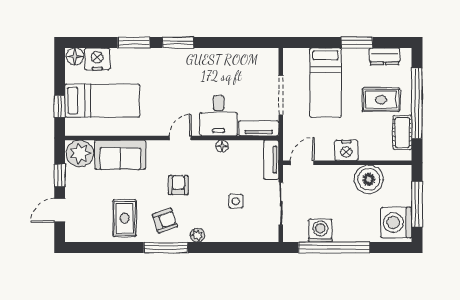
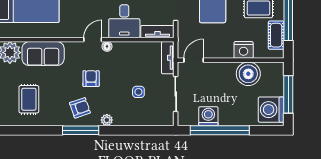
floor lamp: (222, 146) -> (107, 46), moved
nightstand: (346, 150) -> (244, 50), moved
rug: (125, 218) -> (29, 99), moved

